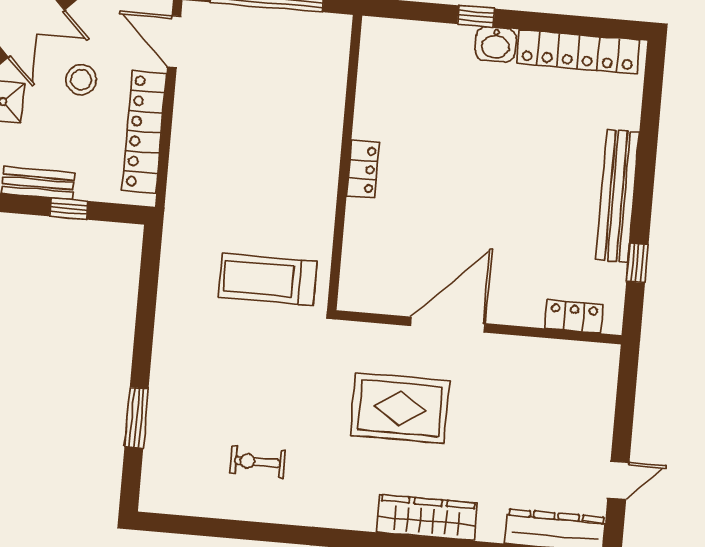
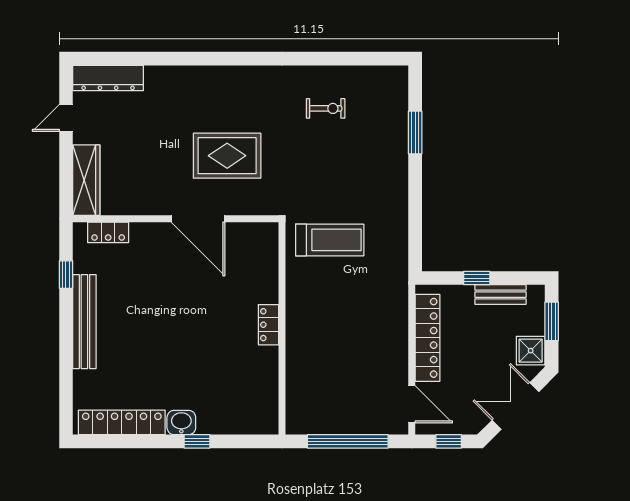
stool: (81, 80) -> (476, 371), removed
door: (448, 325) -> (198, 219), hinge flipped
wardrobe: (427, 518) -> (86, 180), moved, turned -90

